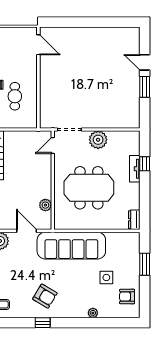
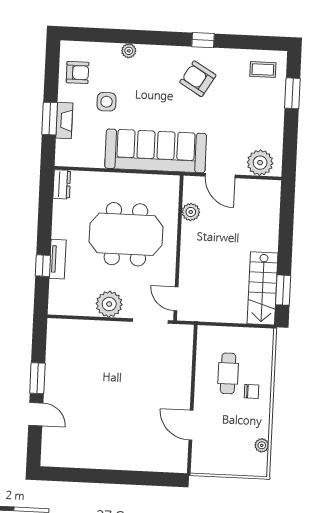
door: (38, 45) -> (191, 425), moved
door: (53, 145) -> (176, 299), swing flipped
fireplace: (135, 263) -> (64, 120), added

